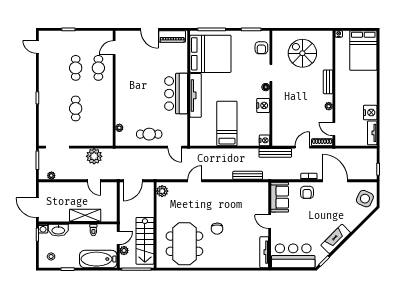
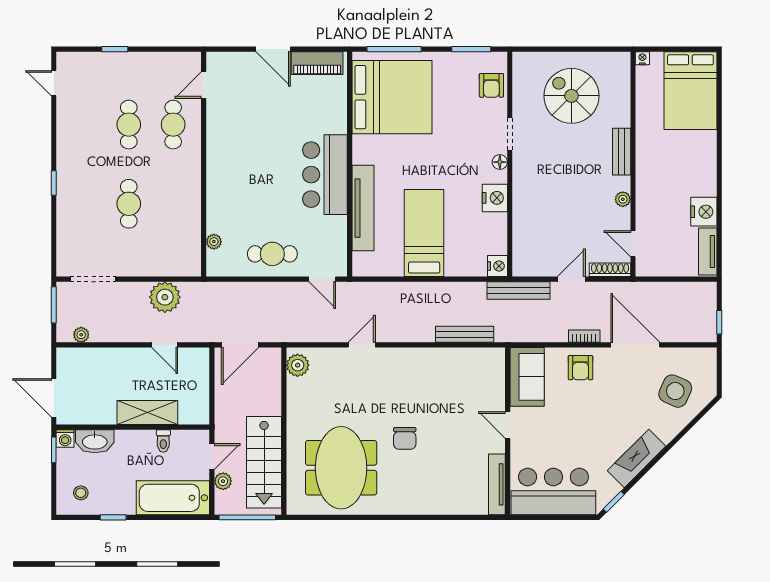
tv unit: (196, 95) -> (363, 208), moved
side table: (365, 199) -> (675, 391), moved

